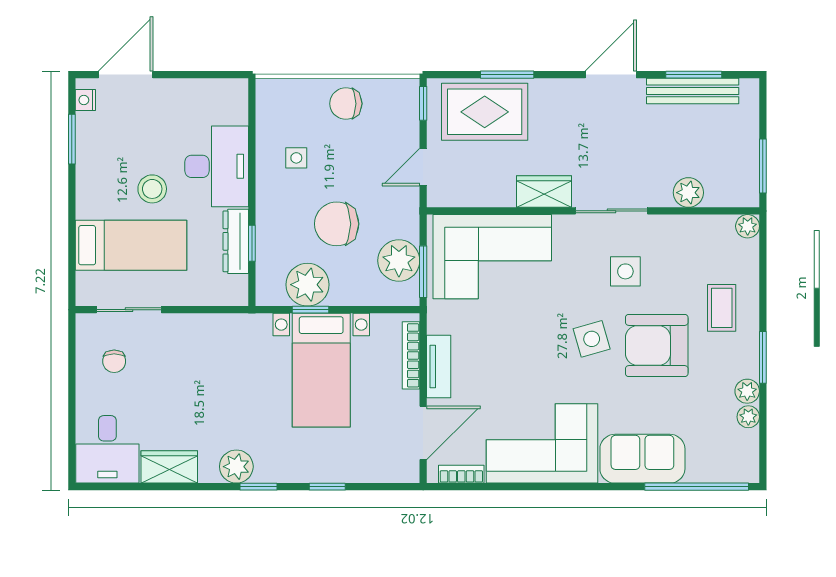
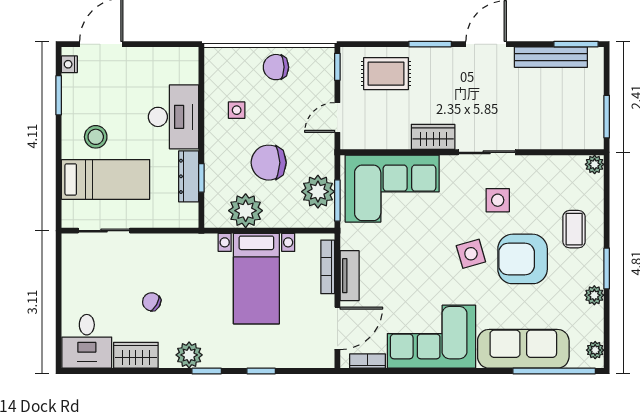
window: (507, 75) -> (430, 44), moved
window: (694, 75) -> (576, 44), moved
rug: (485, 112) -> (386, 74), width x0.73, depth x0.70
stool: (152, 189) -> (96, 137), moved
plant: (688, 193) -> (548, 138), removed
window: (311, 310) -> (248, 231), removed
chair: (114, 361) -> (152, 302), moved, turned 119
plant: (748, 417) -> (595, 350), moved
sofa: (642, 459) -> (523, 349), width x1.36

